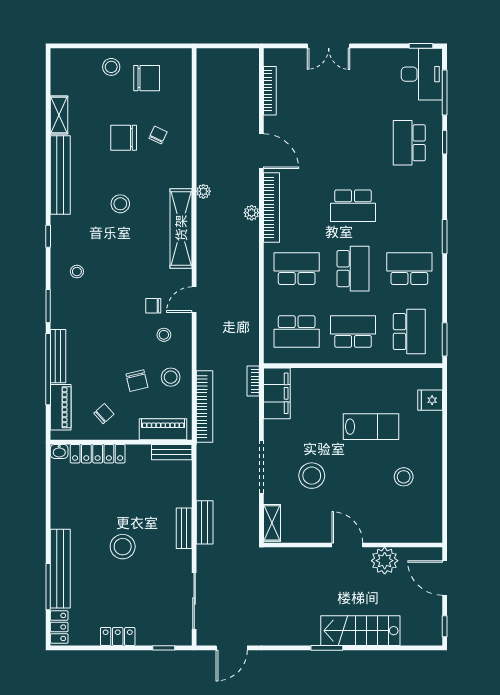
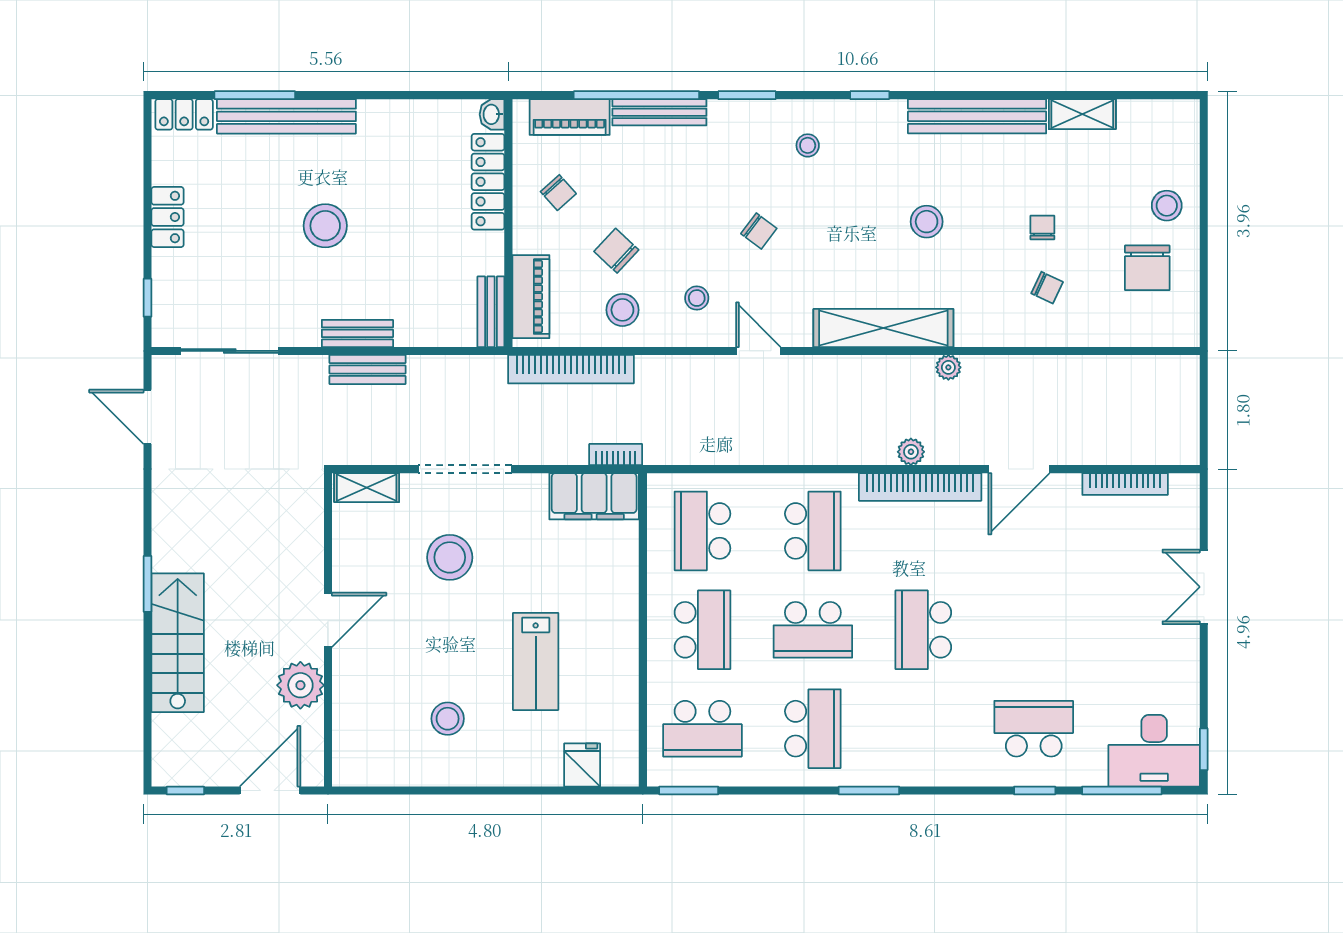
chair: (124, 138) -> (1042, 227), width x0.54, depth x0.54
chair: (153, 306) -> (759, 231), moved, turned 127
chair: (137, 381) -> (616, 251), turned 56

